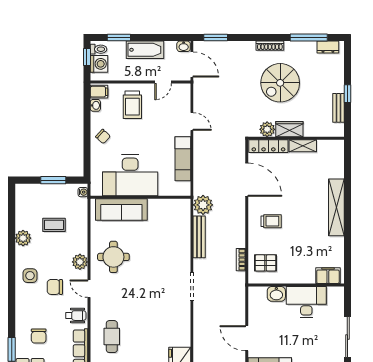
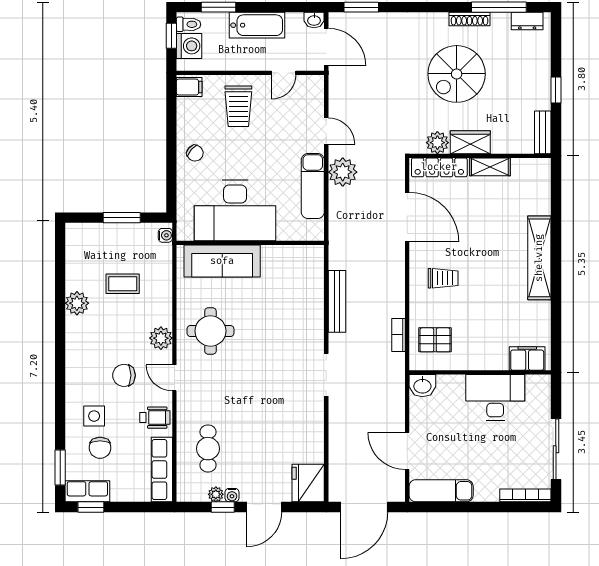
shoe rack: (270, 46) -> (470, 19), moved
washbasin: (95, 105) -> (184, 107), removed
bench: (338, 108) -> (543, 132), moved
plant: (203, 205) -> (343, 172), moved
side table: (30, 276) -> (94, 416), moved
washbasin: (276, 294) -> (422, 386), moved

